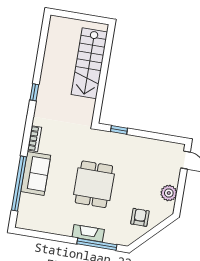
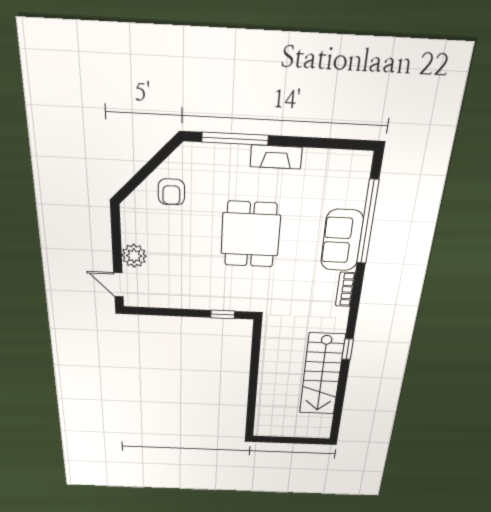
stairs: (89, 63) -> (322, 374), moved, turned 180
plant: (169, 193) -> (134, 256), moved
fireplace: (88, 233) -> (276, 157), moved

